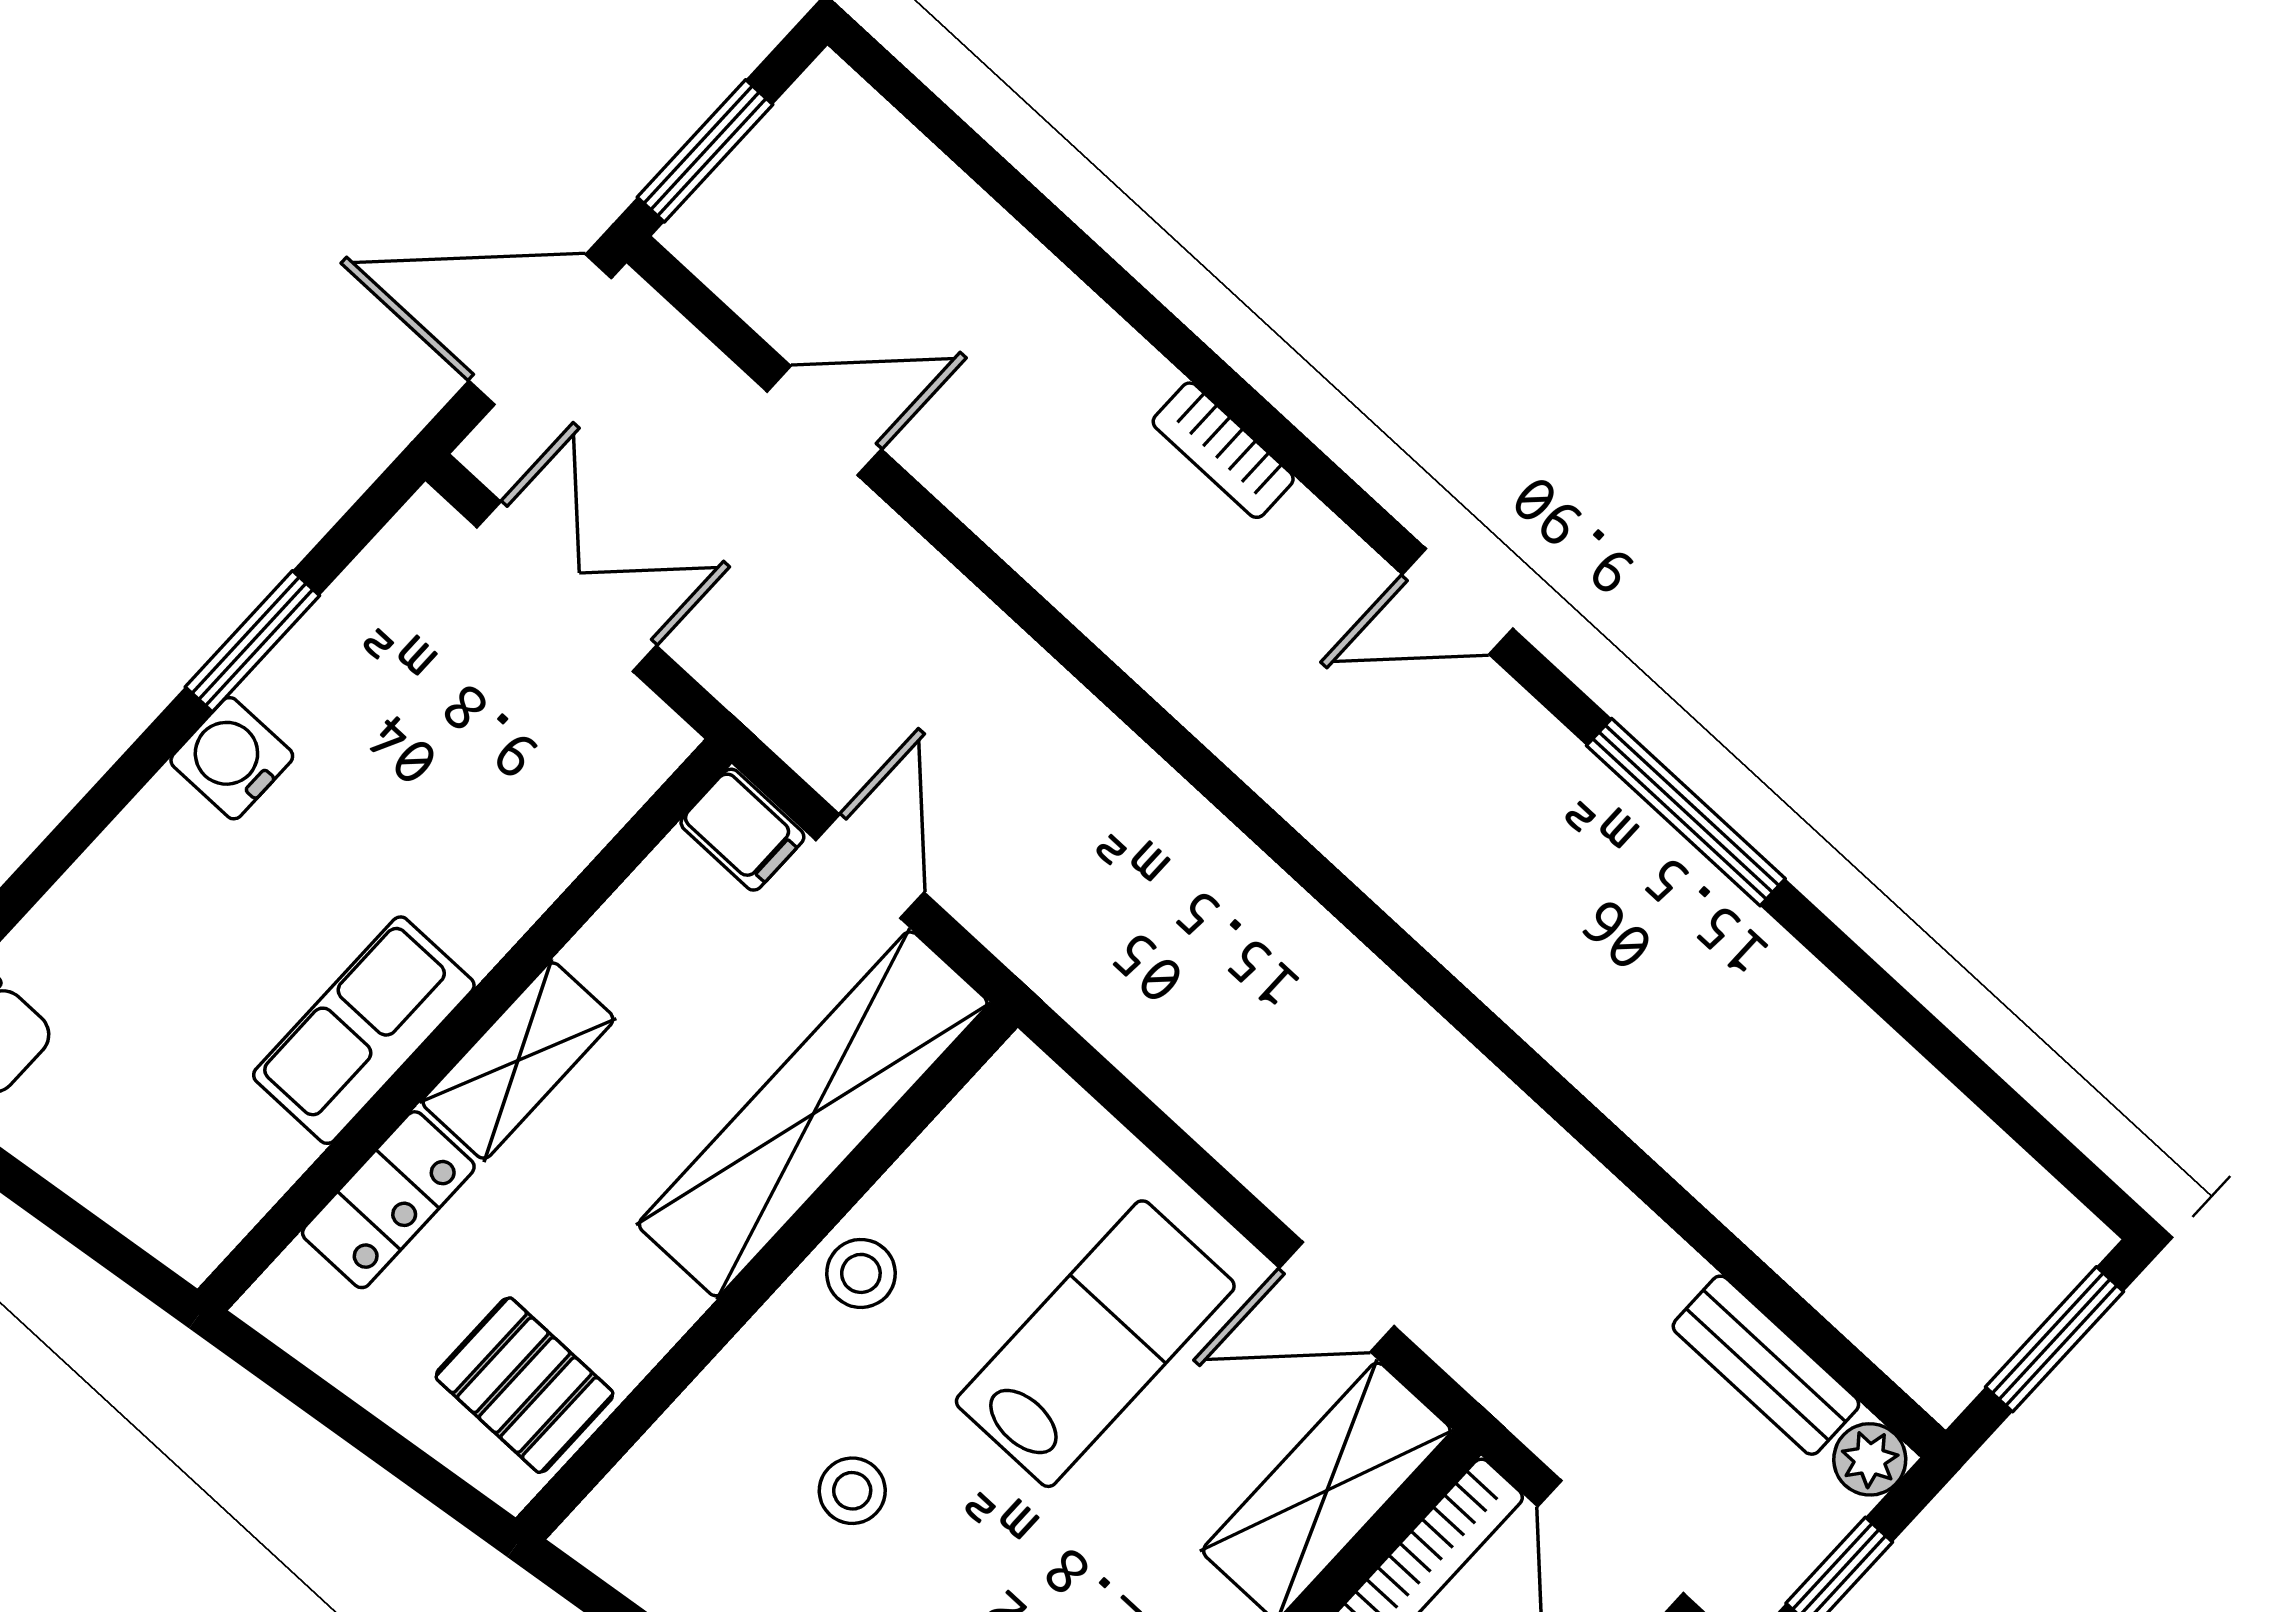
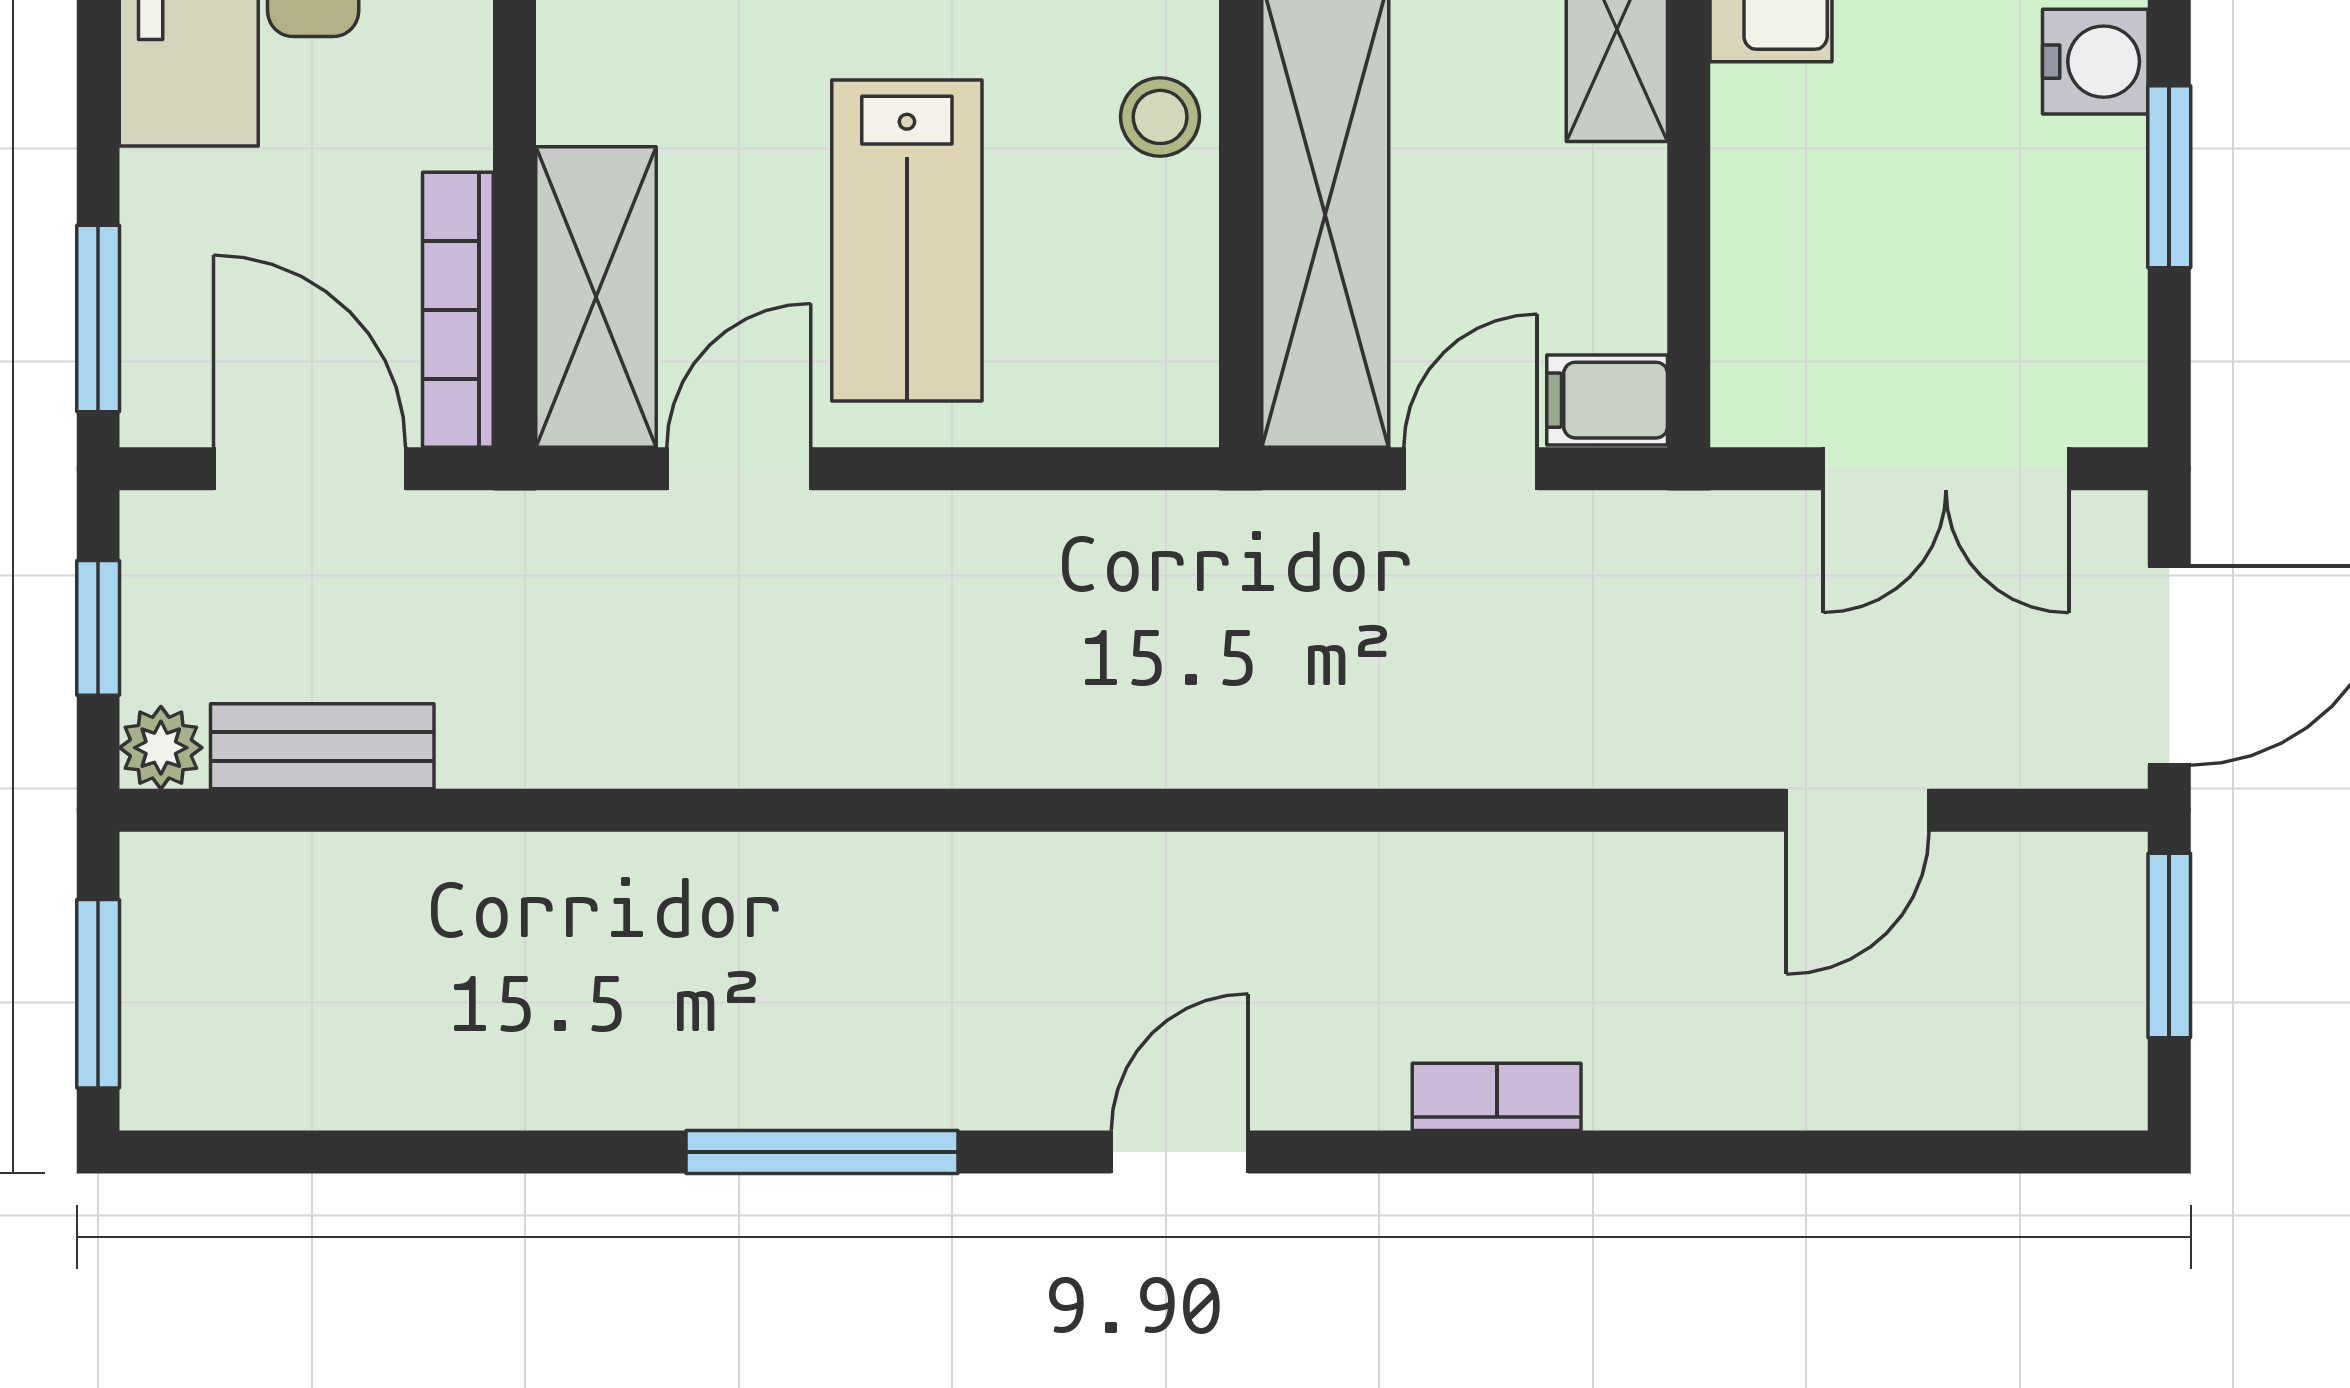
door: (870, 866) -> (1471, 469), swing flipped

